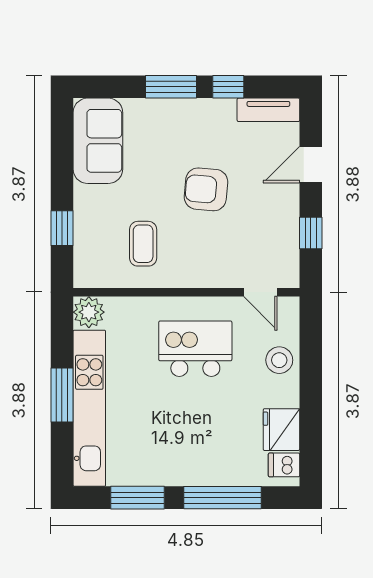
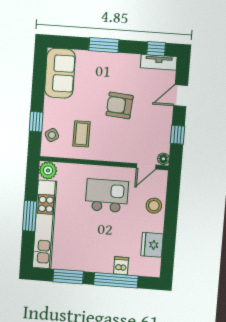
window: (228, 87) -> (156, 49), moved
side table: (91, 250) -> (52, 135), added
floor lamp: (290, 277) -> (163, 159), added
door: (260, 292) -> (146, 166), hinge flipped
dishwasher: (284, 465) -> (121, 266), moved, turned 90

